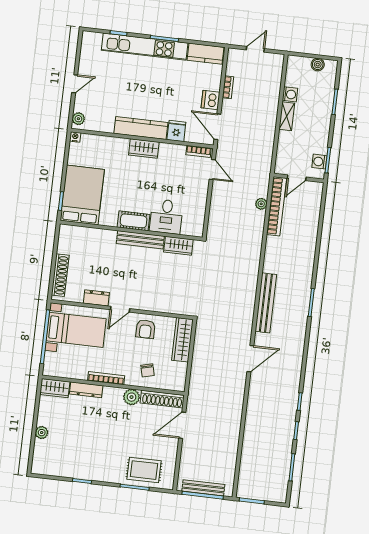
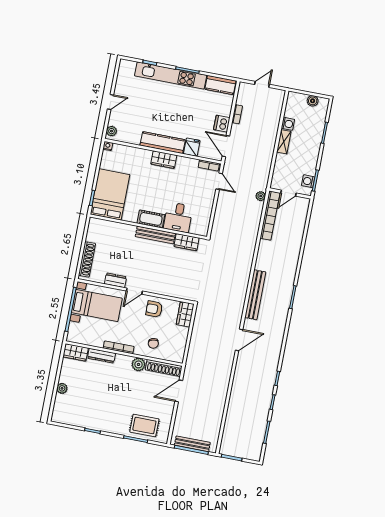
plant: (261, 204) -> (261, 196), moved
armchair: (145, 329) -> (154, 309), turned 90
wardrobe: (182, 340) -> (185, 314), width x0.67

